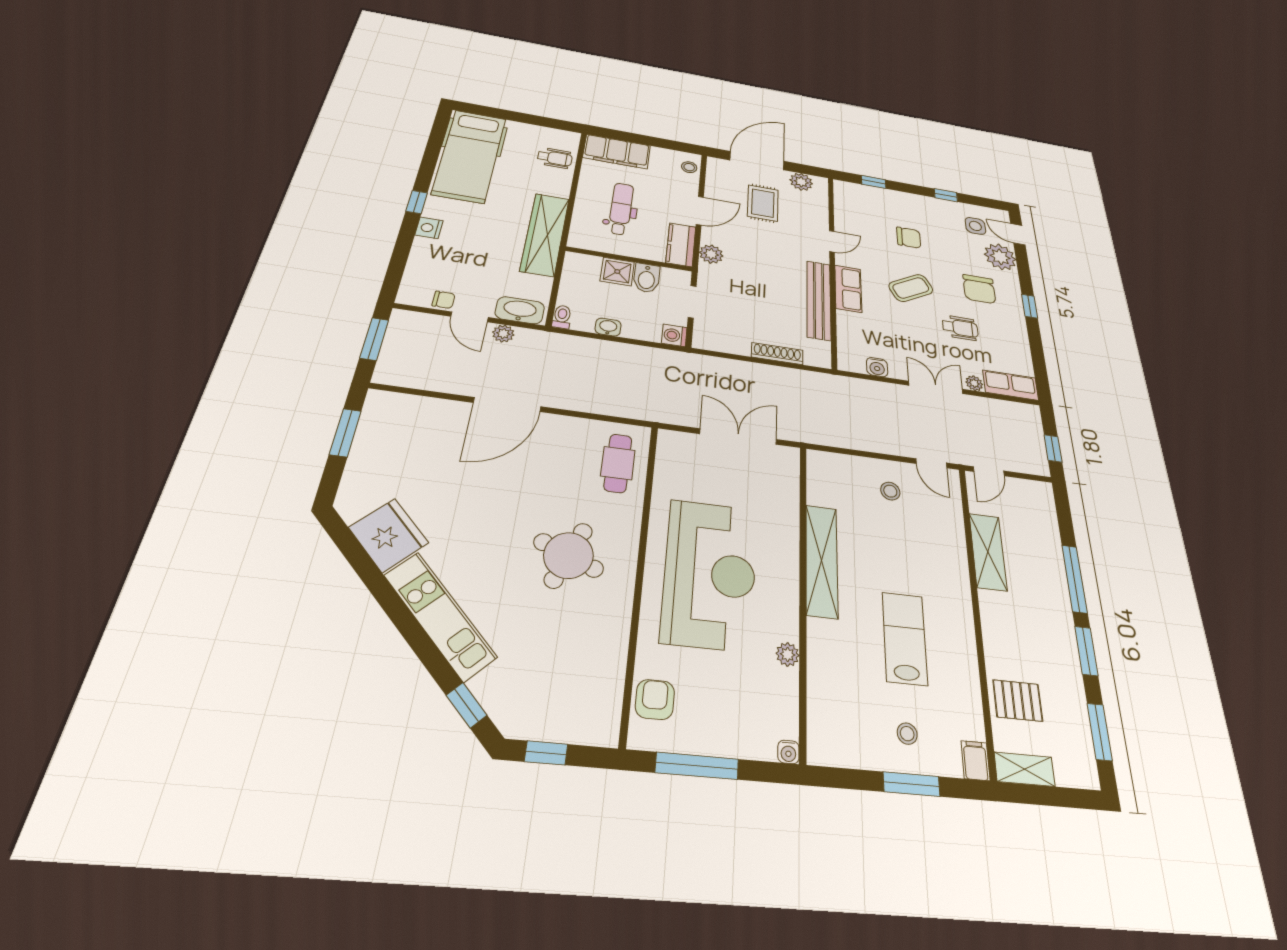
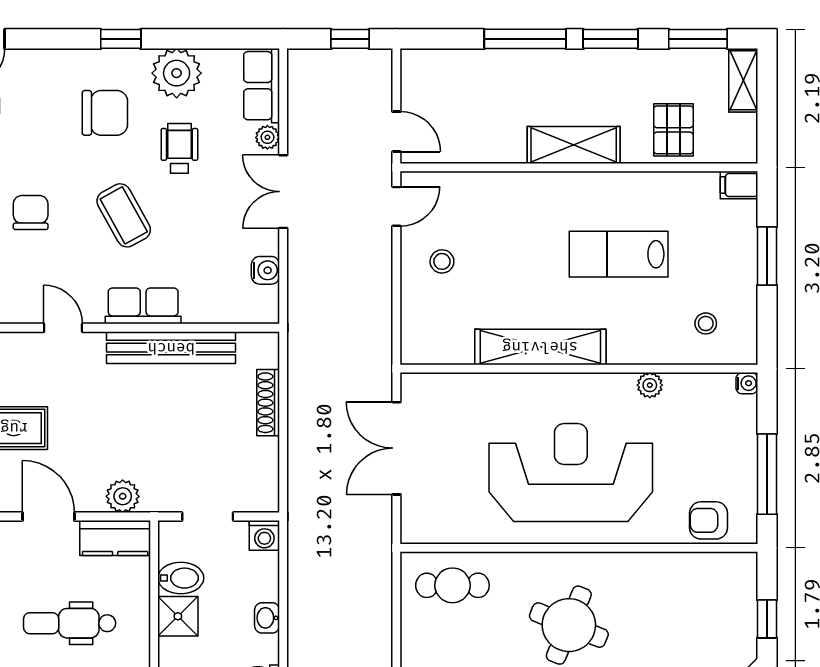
plant: (1000, 257) -> (177, 73), moved
shelving: (988, 552) -> (574, 145), moved
stool: (907, 734) -> (706, 323), moved
shelving: (1024, 769) -> (743, 80), moved

